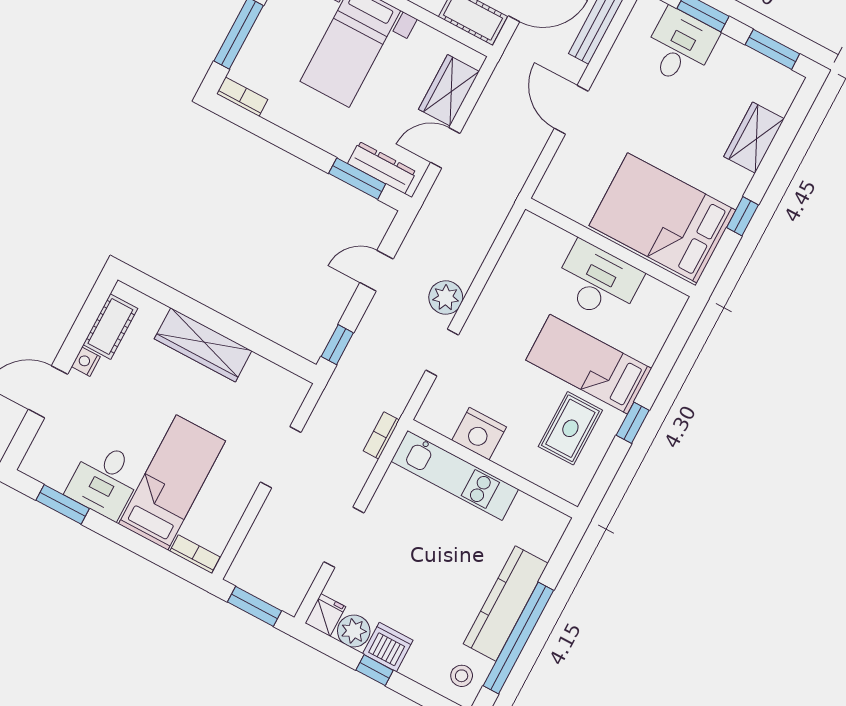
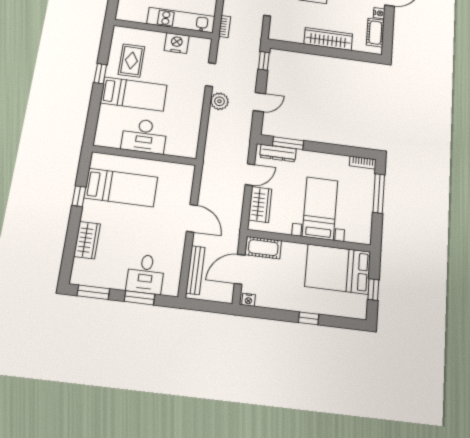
bed: (662, 218) -> (121, 188), width x0.67

